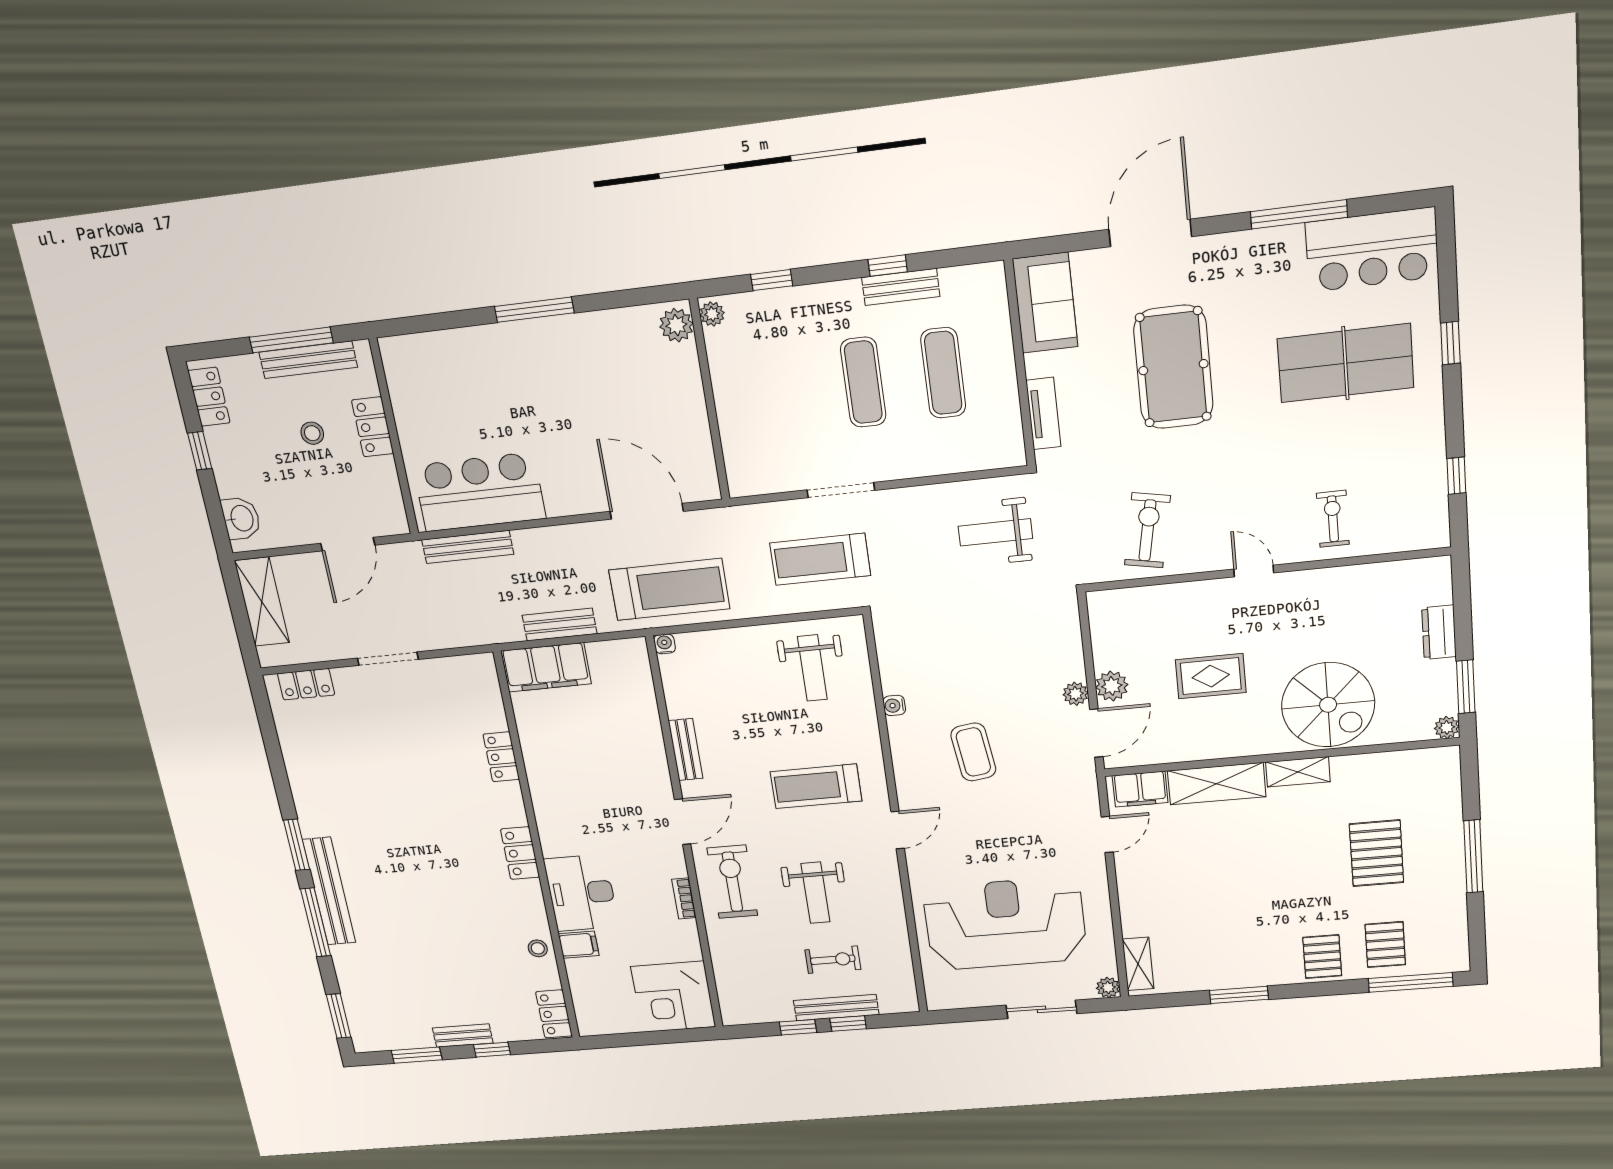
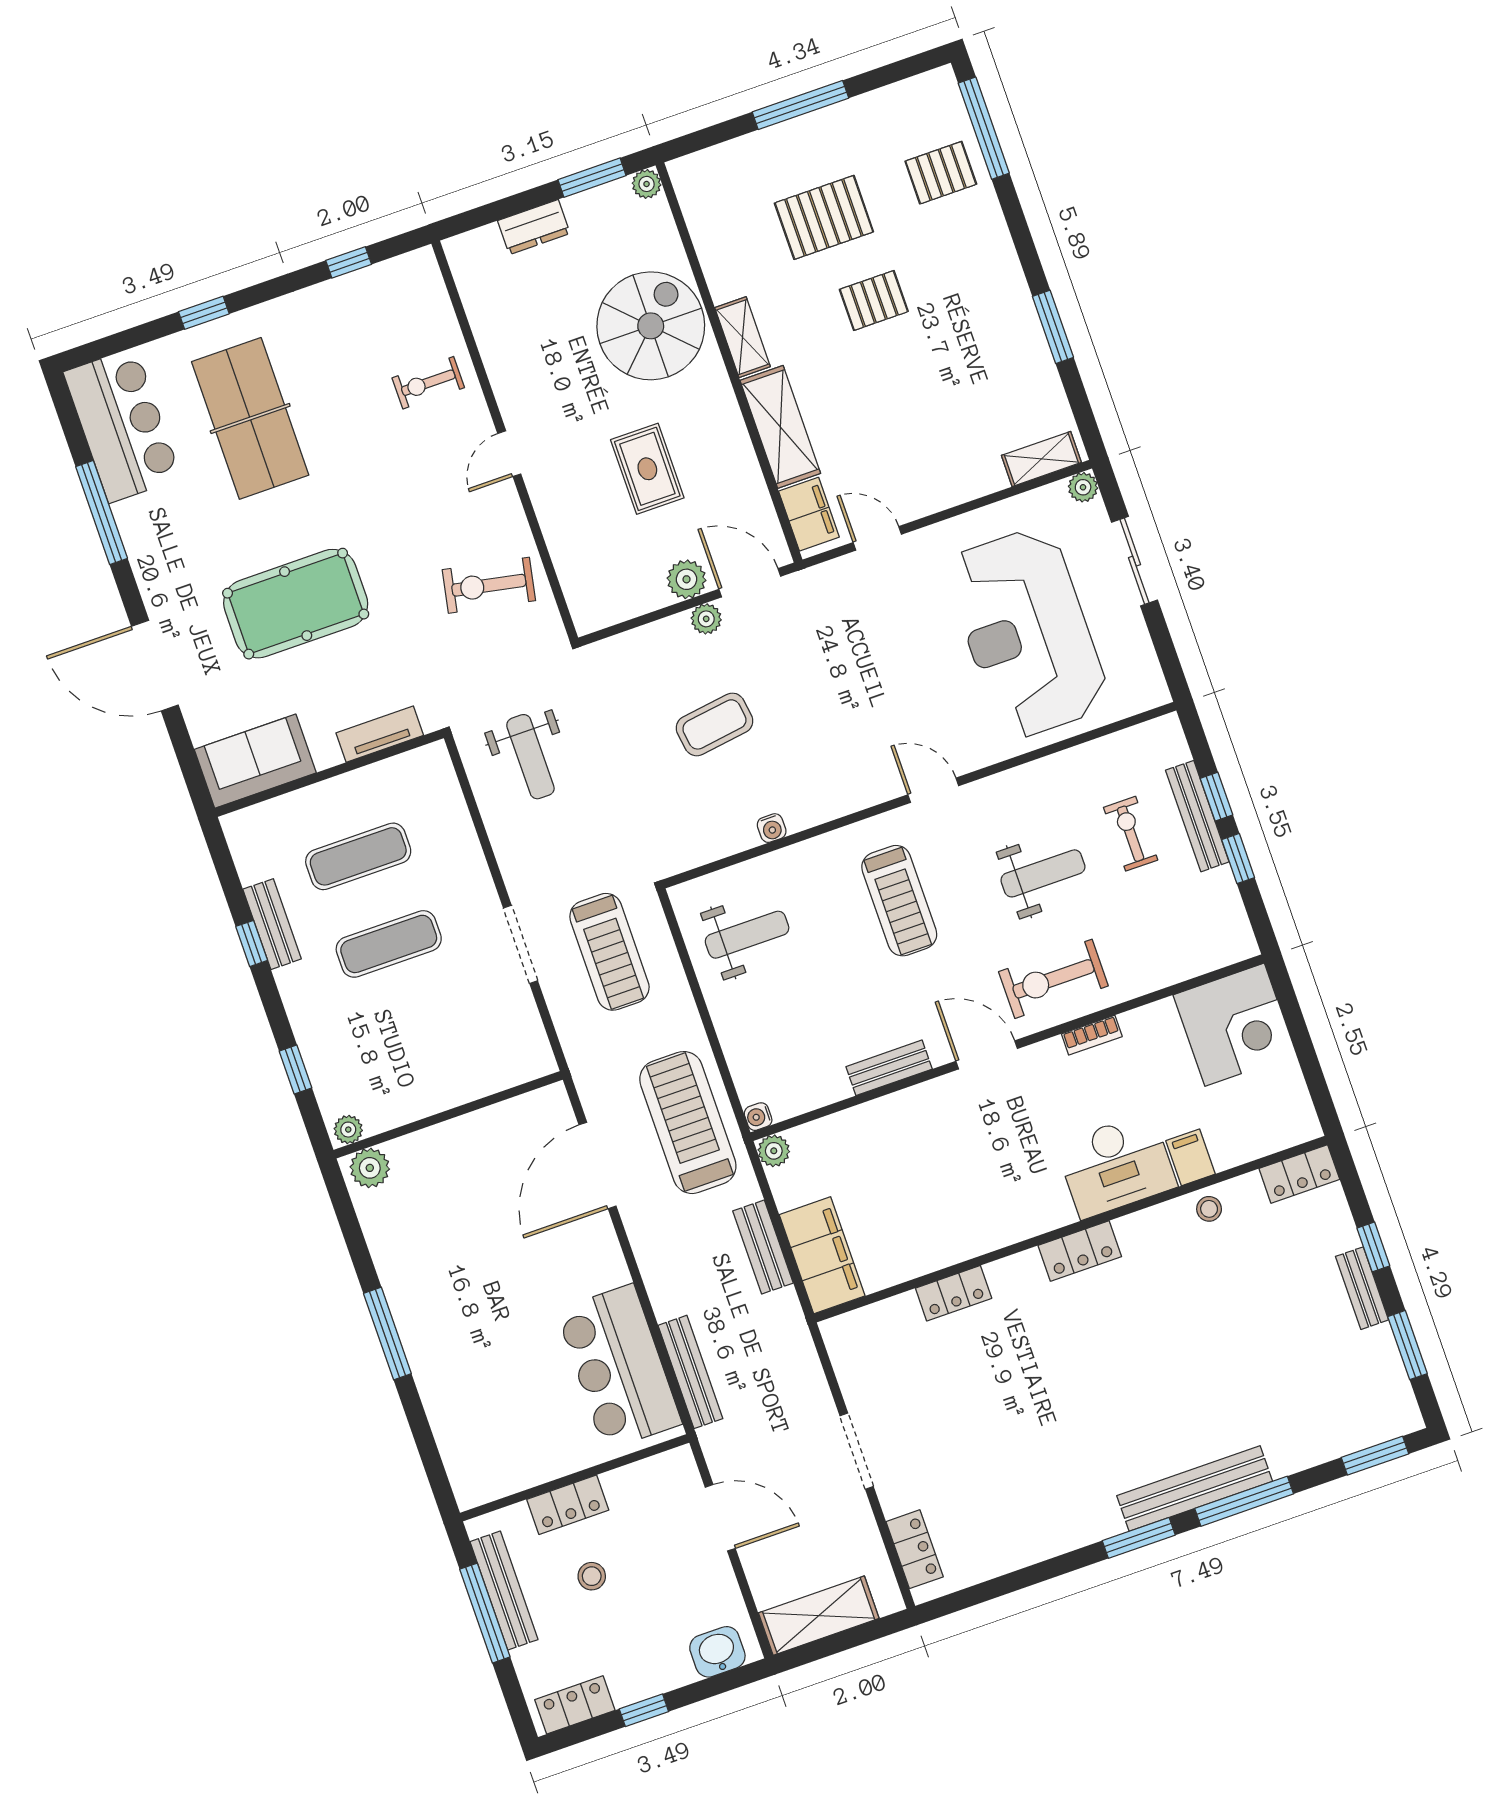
plant: (635, 650) -> (774, 1151), added
coffee table: (973, 752) -> (714, 724), moved
pallet: (1322, 957) -> (874, 300), moved

